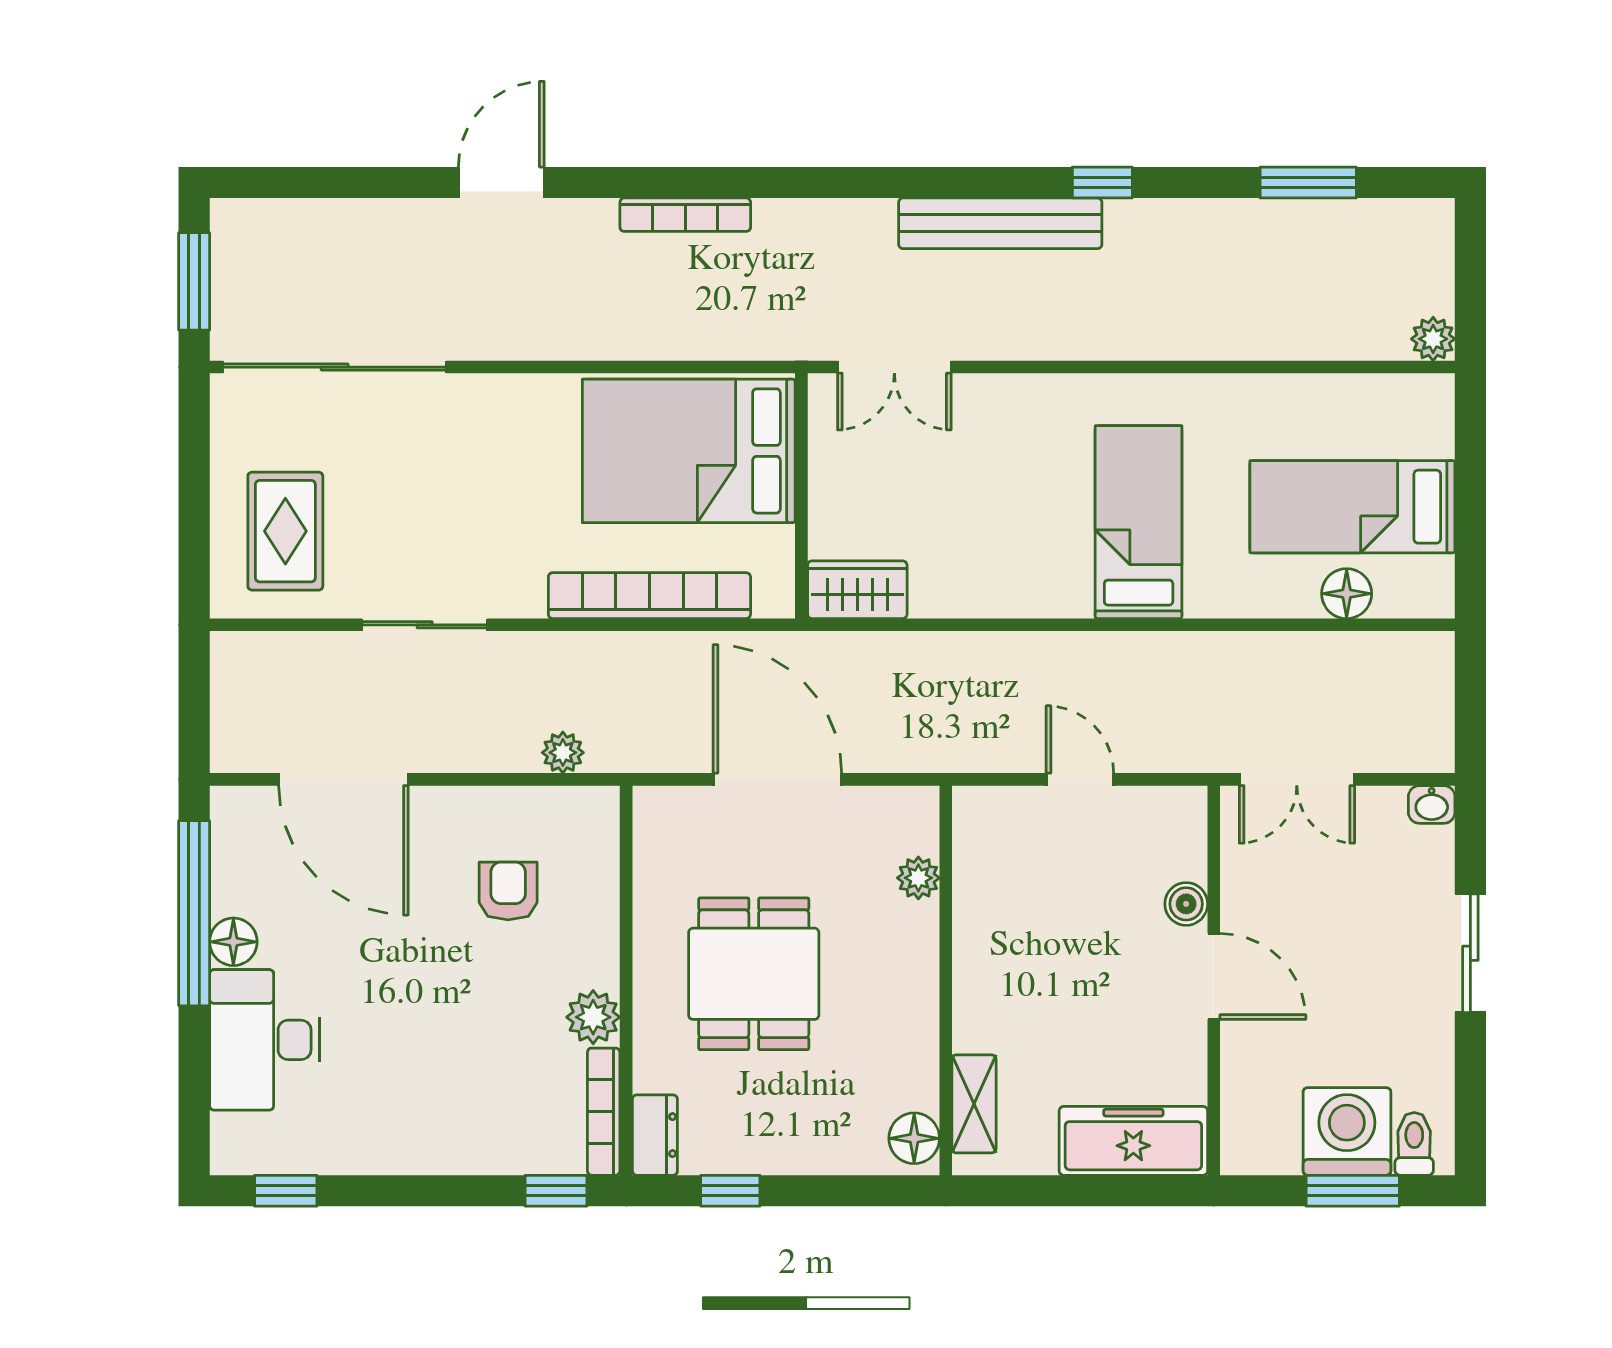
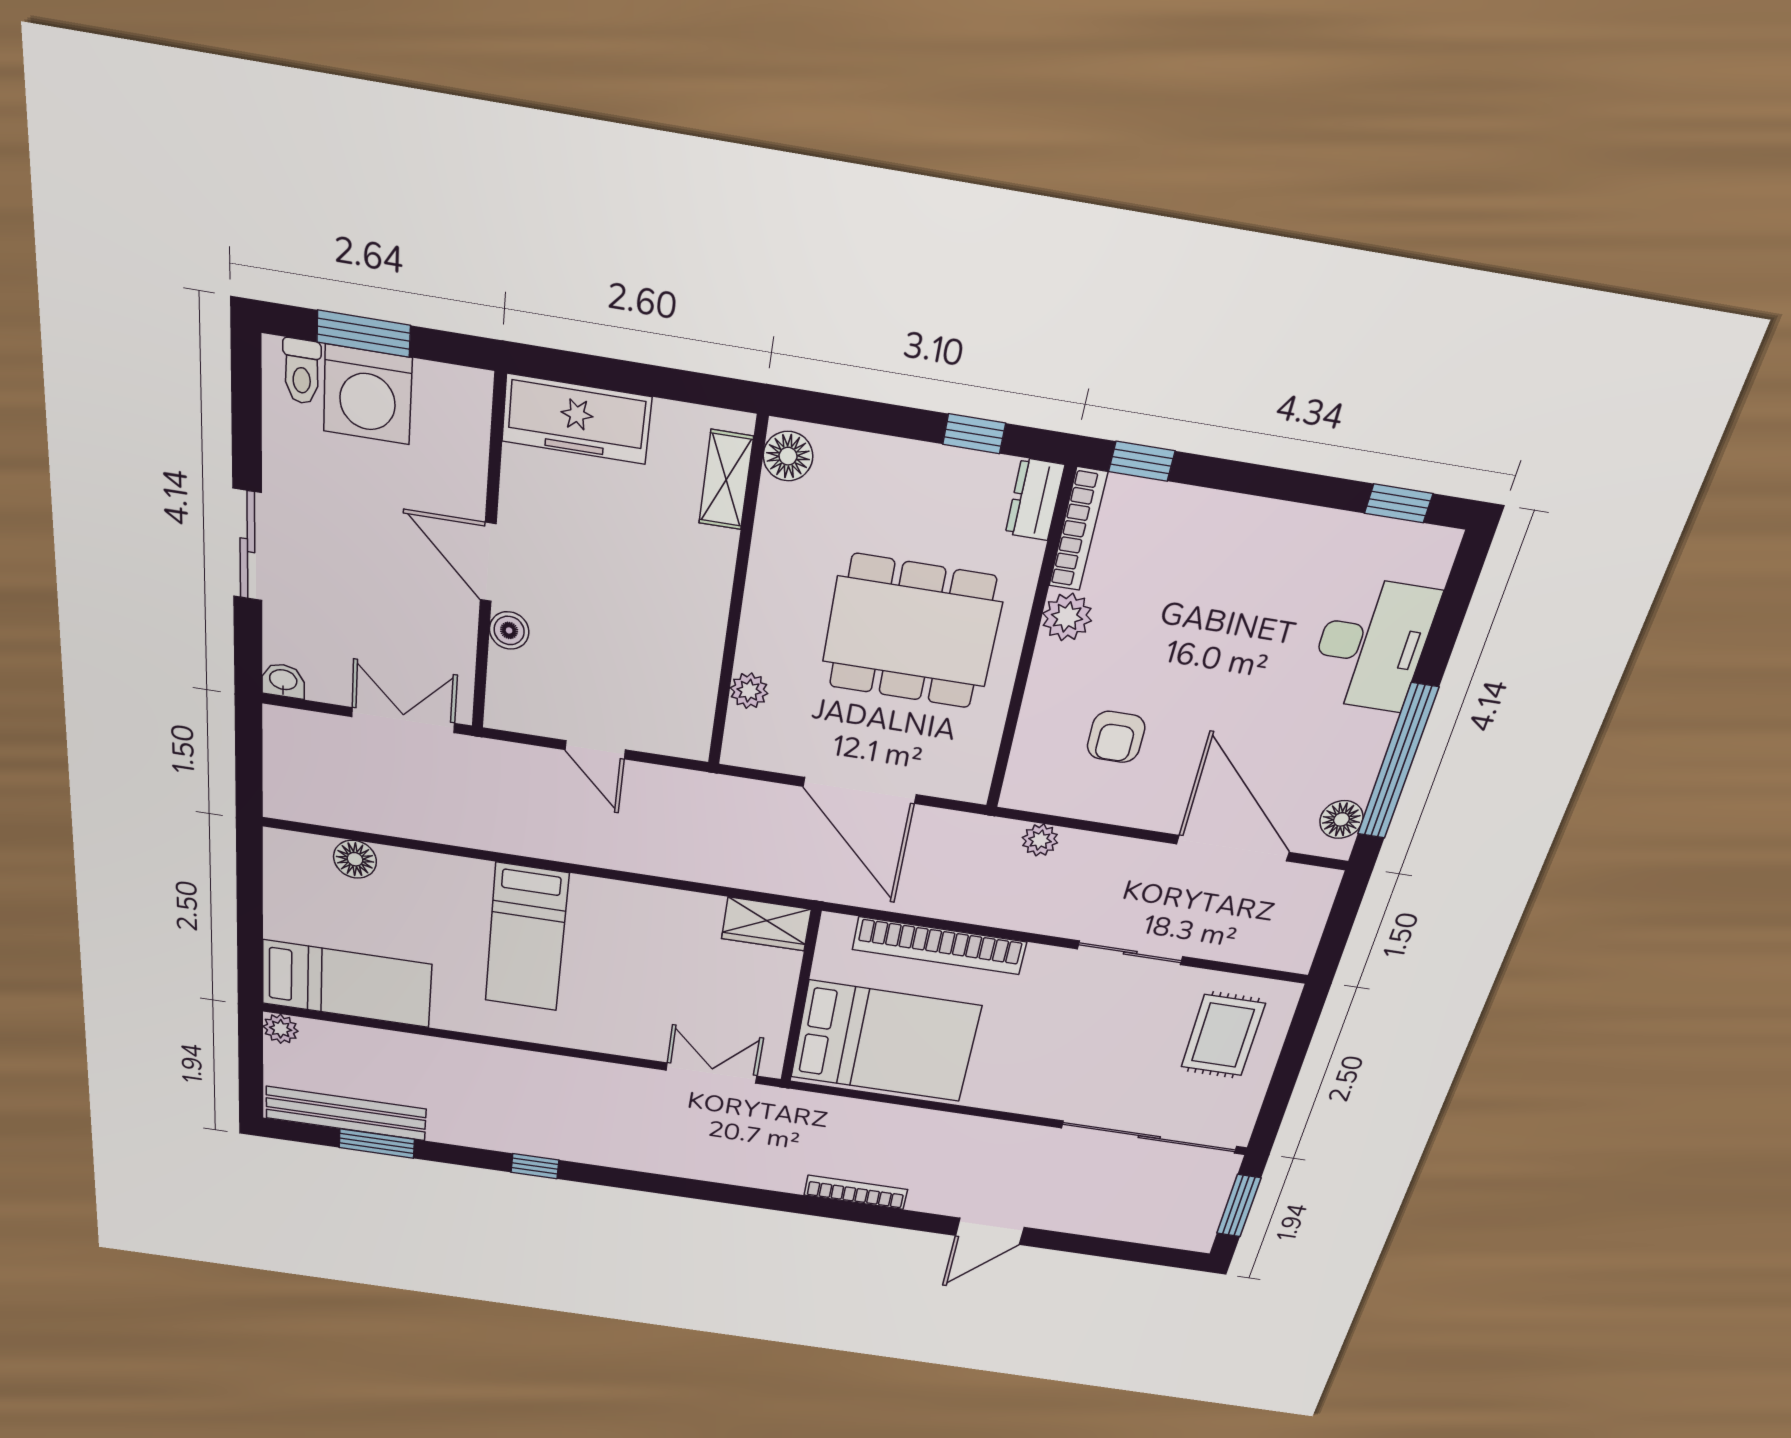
bench: (1000, 223) -> (346, 1113), moved
bed: (1352, 507) -> (347, 984), moved
floor lamp: (233, 942) -> (1341, 819), moved
dining table: (754, 974) -> (912, 632), width x1.38

